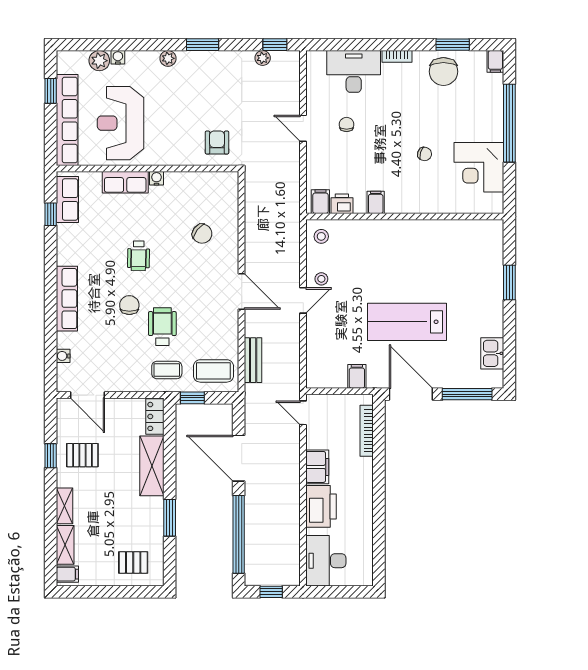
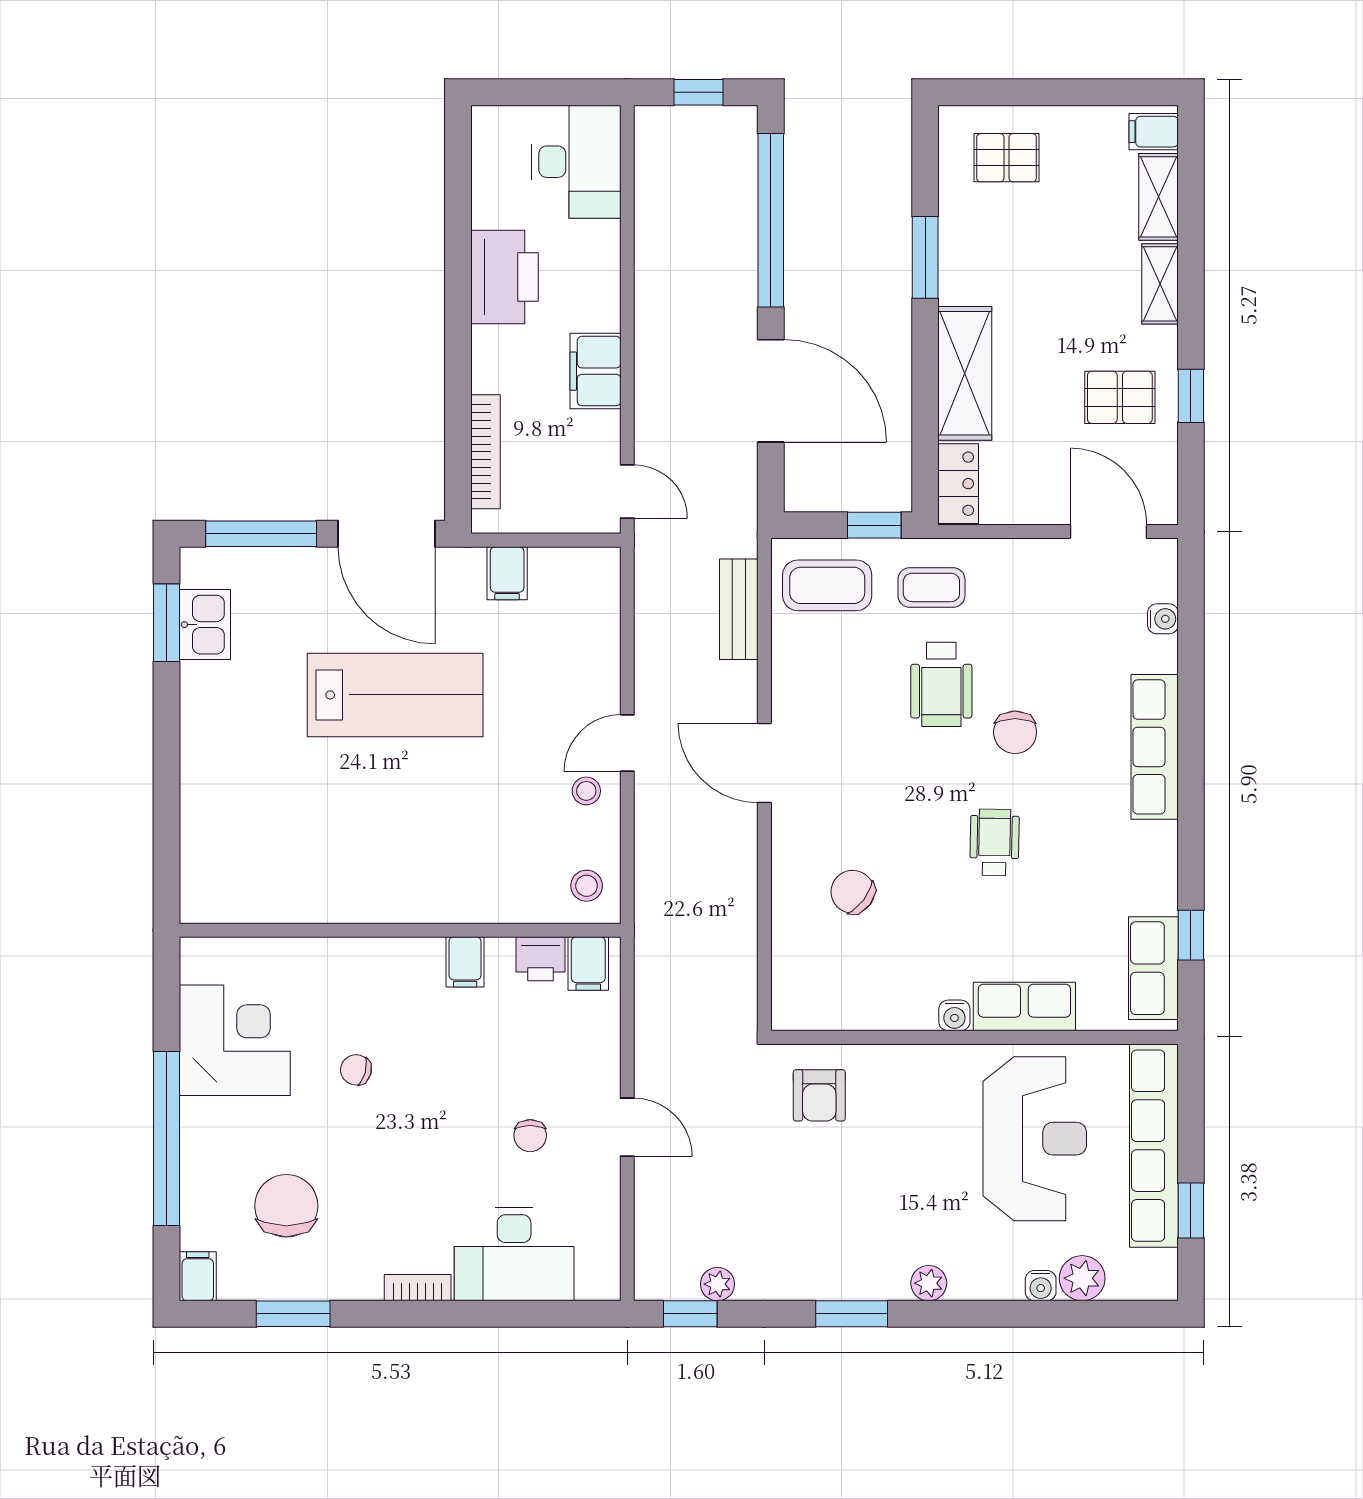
chair: (443, 72) -> (286, 1206), moved
window: (509, 282) -> (166, 623), moved
printer: (321, 506) -> (504, 277), moved, turned 180

